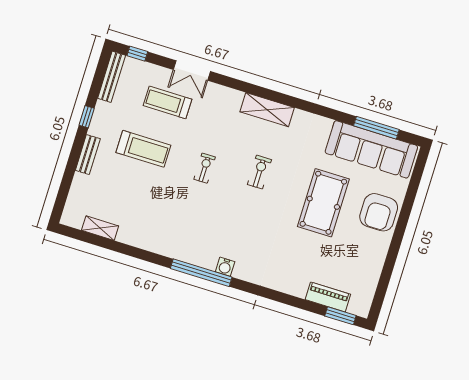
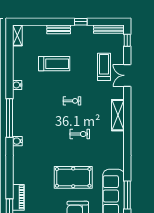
shelving: (267, 110) -> (118, 115), moved
treadmill: (143, 149) -> (54, 64), moved, turned -90
shelving: (100, 228) -> (17, 35), moved
water cooler: (154, 245) -> (17, 85), added
water cooler: (225, 267) -> (17, 141), moved

